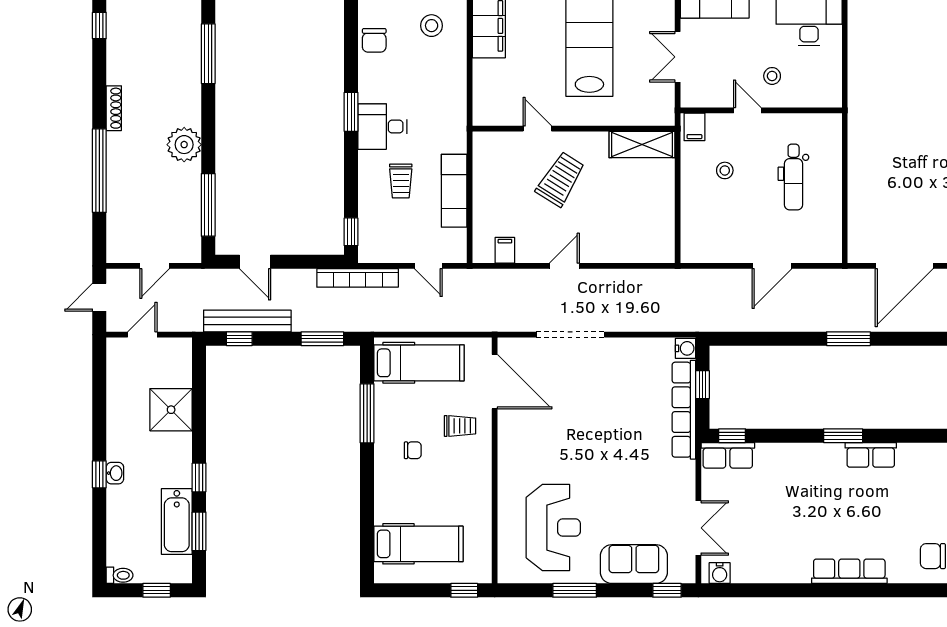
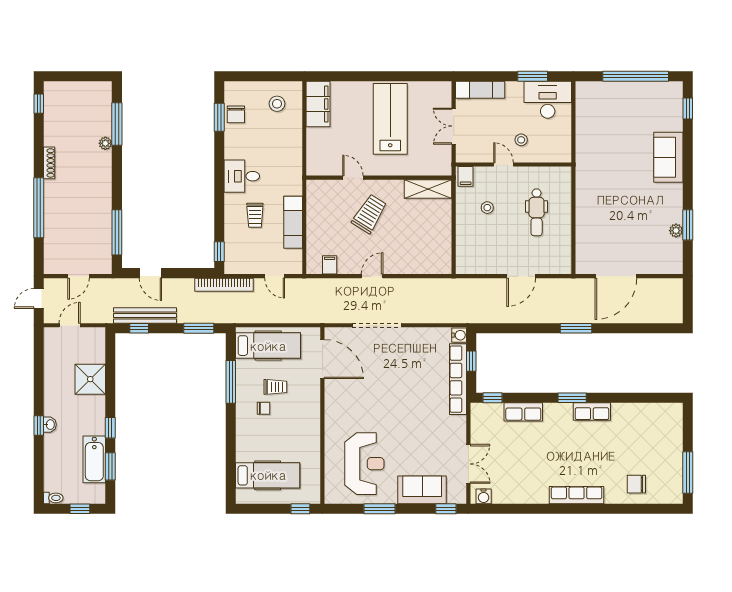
window: (351, 112) -> (219, 117), moved
plant: (184, 145) -> (105, 143), moved, width x0.53, depth x0.53
trolley: (460, 426) -> (275, 387), moved
row of seats: (728, 455) -> (523, 412), moved

